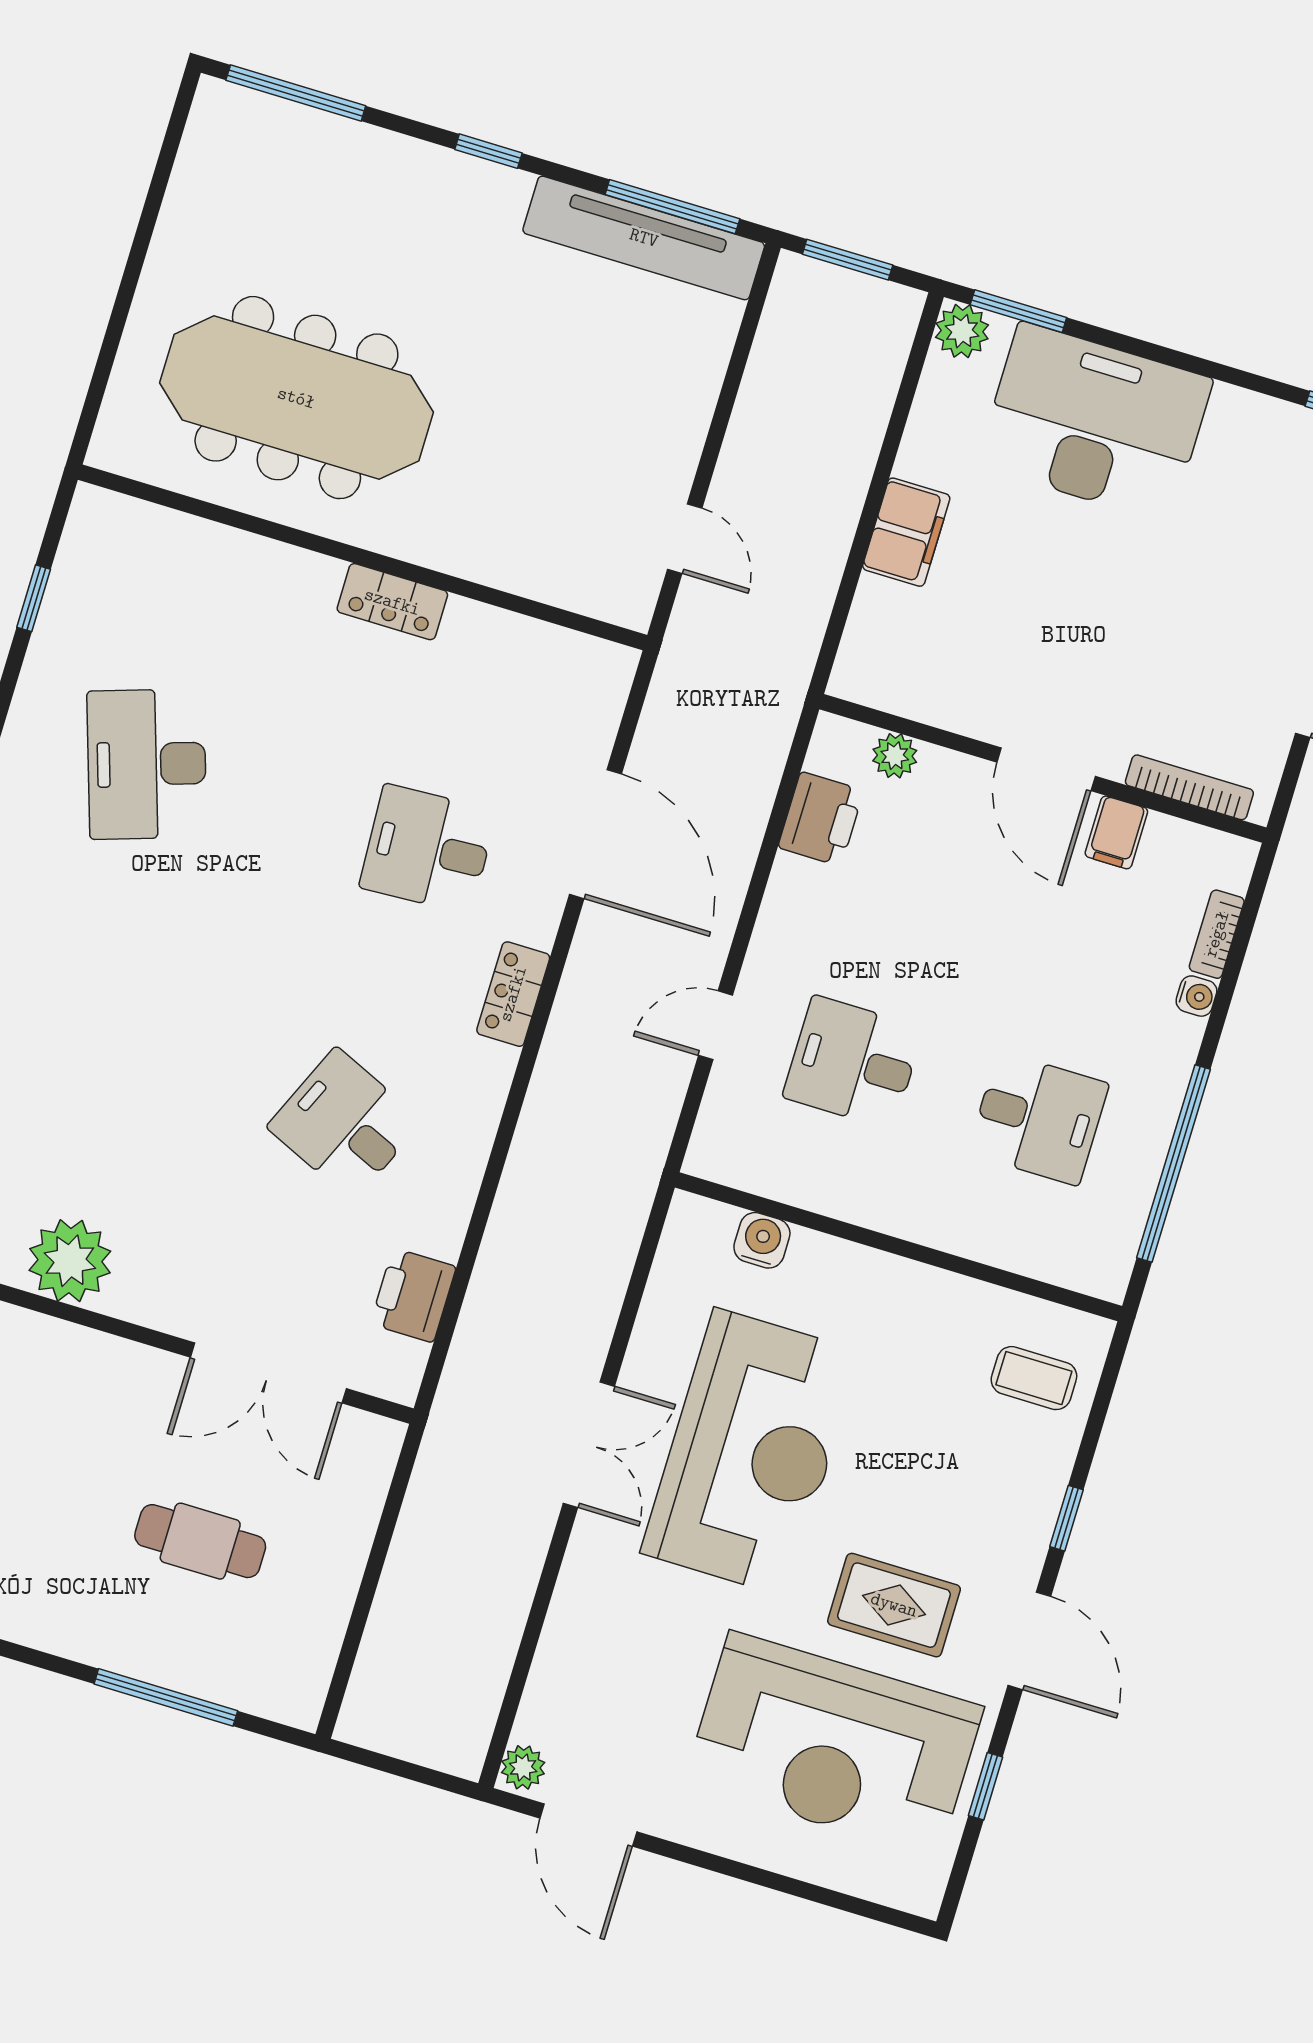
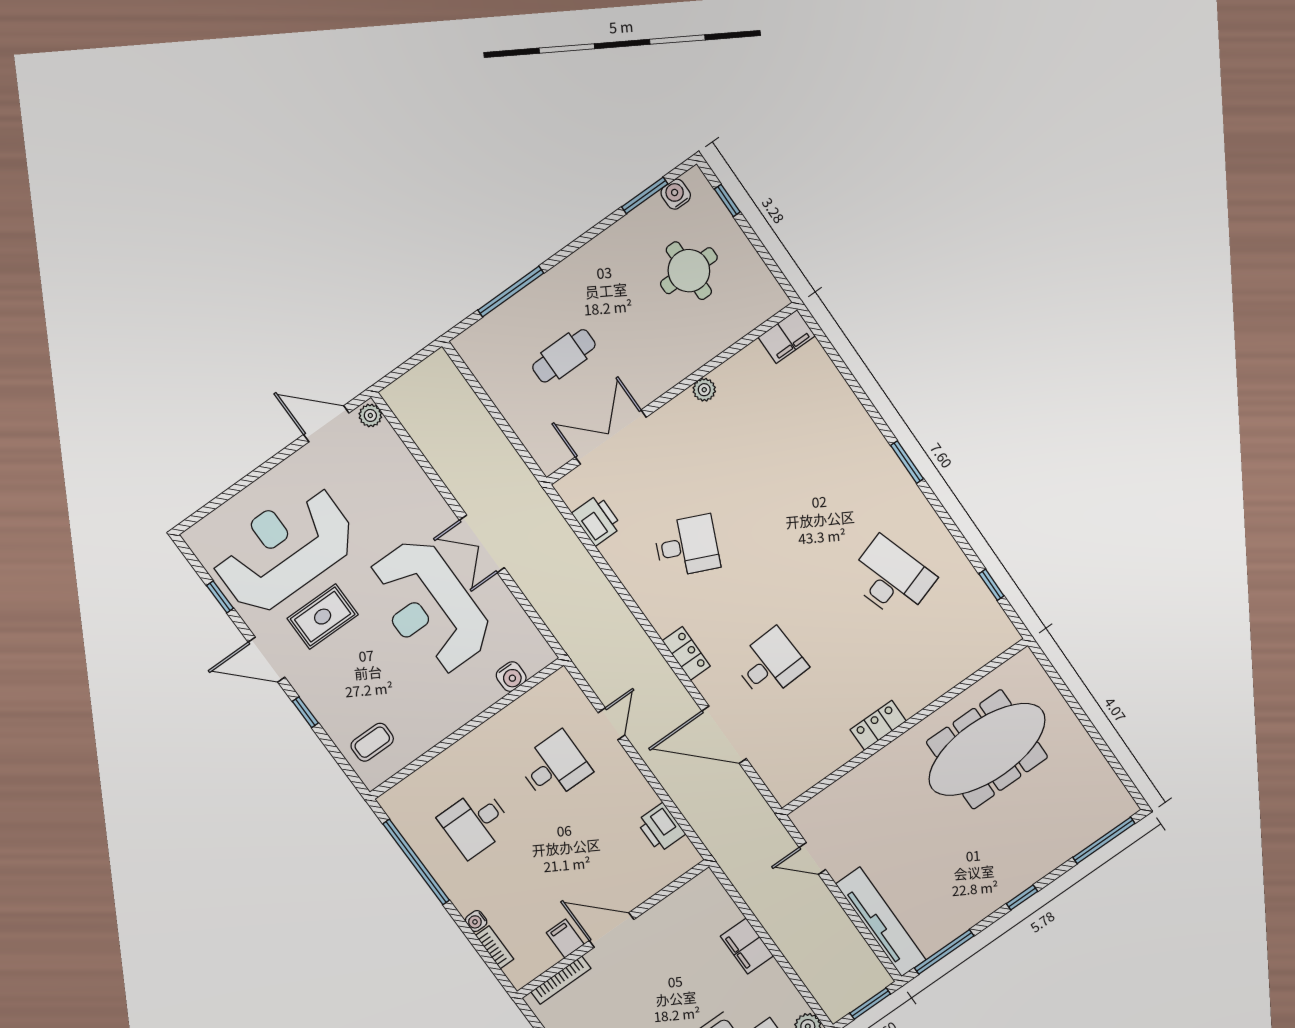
tv unit: (644, 238) -> (881, 922), moved, turned 90
plant: (895, 756) -> (663, 875), removed
plant: (70, 1261) -> (704, 390), width x0.53, depth x0.53

